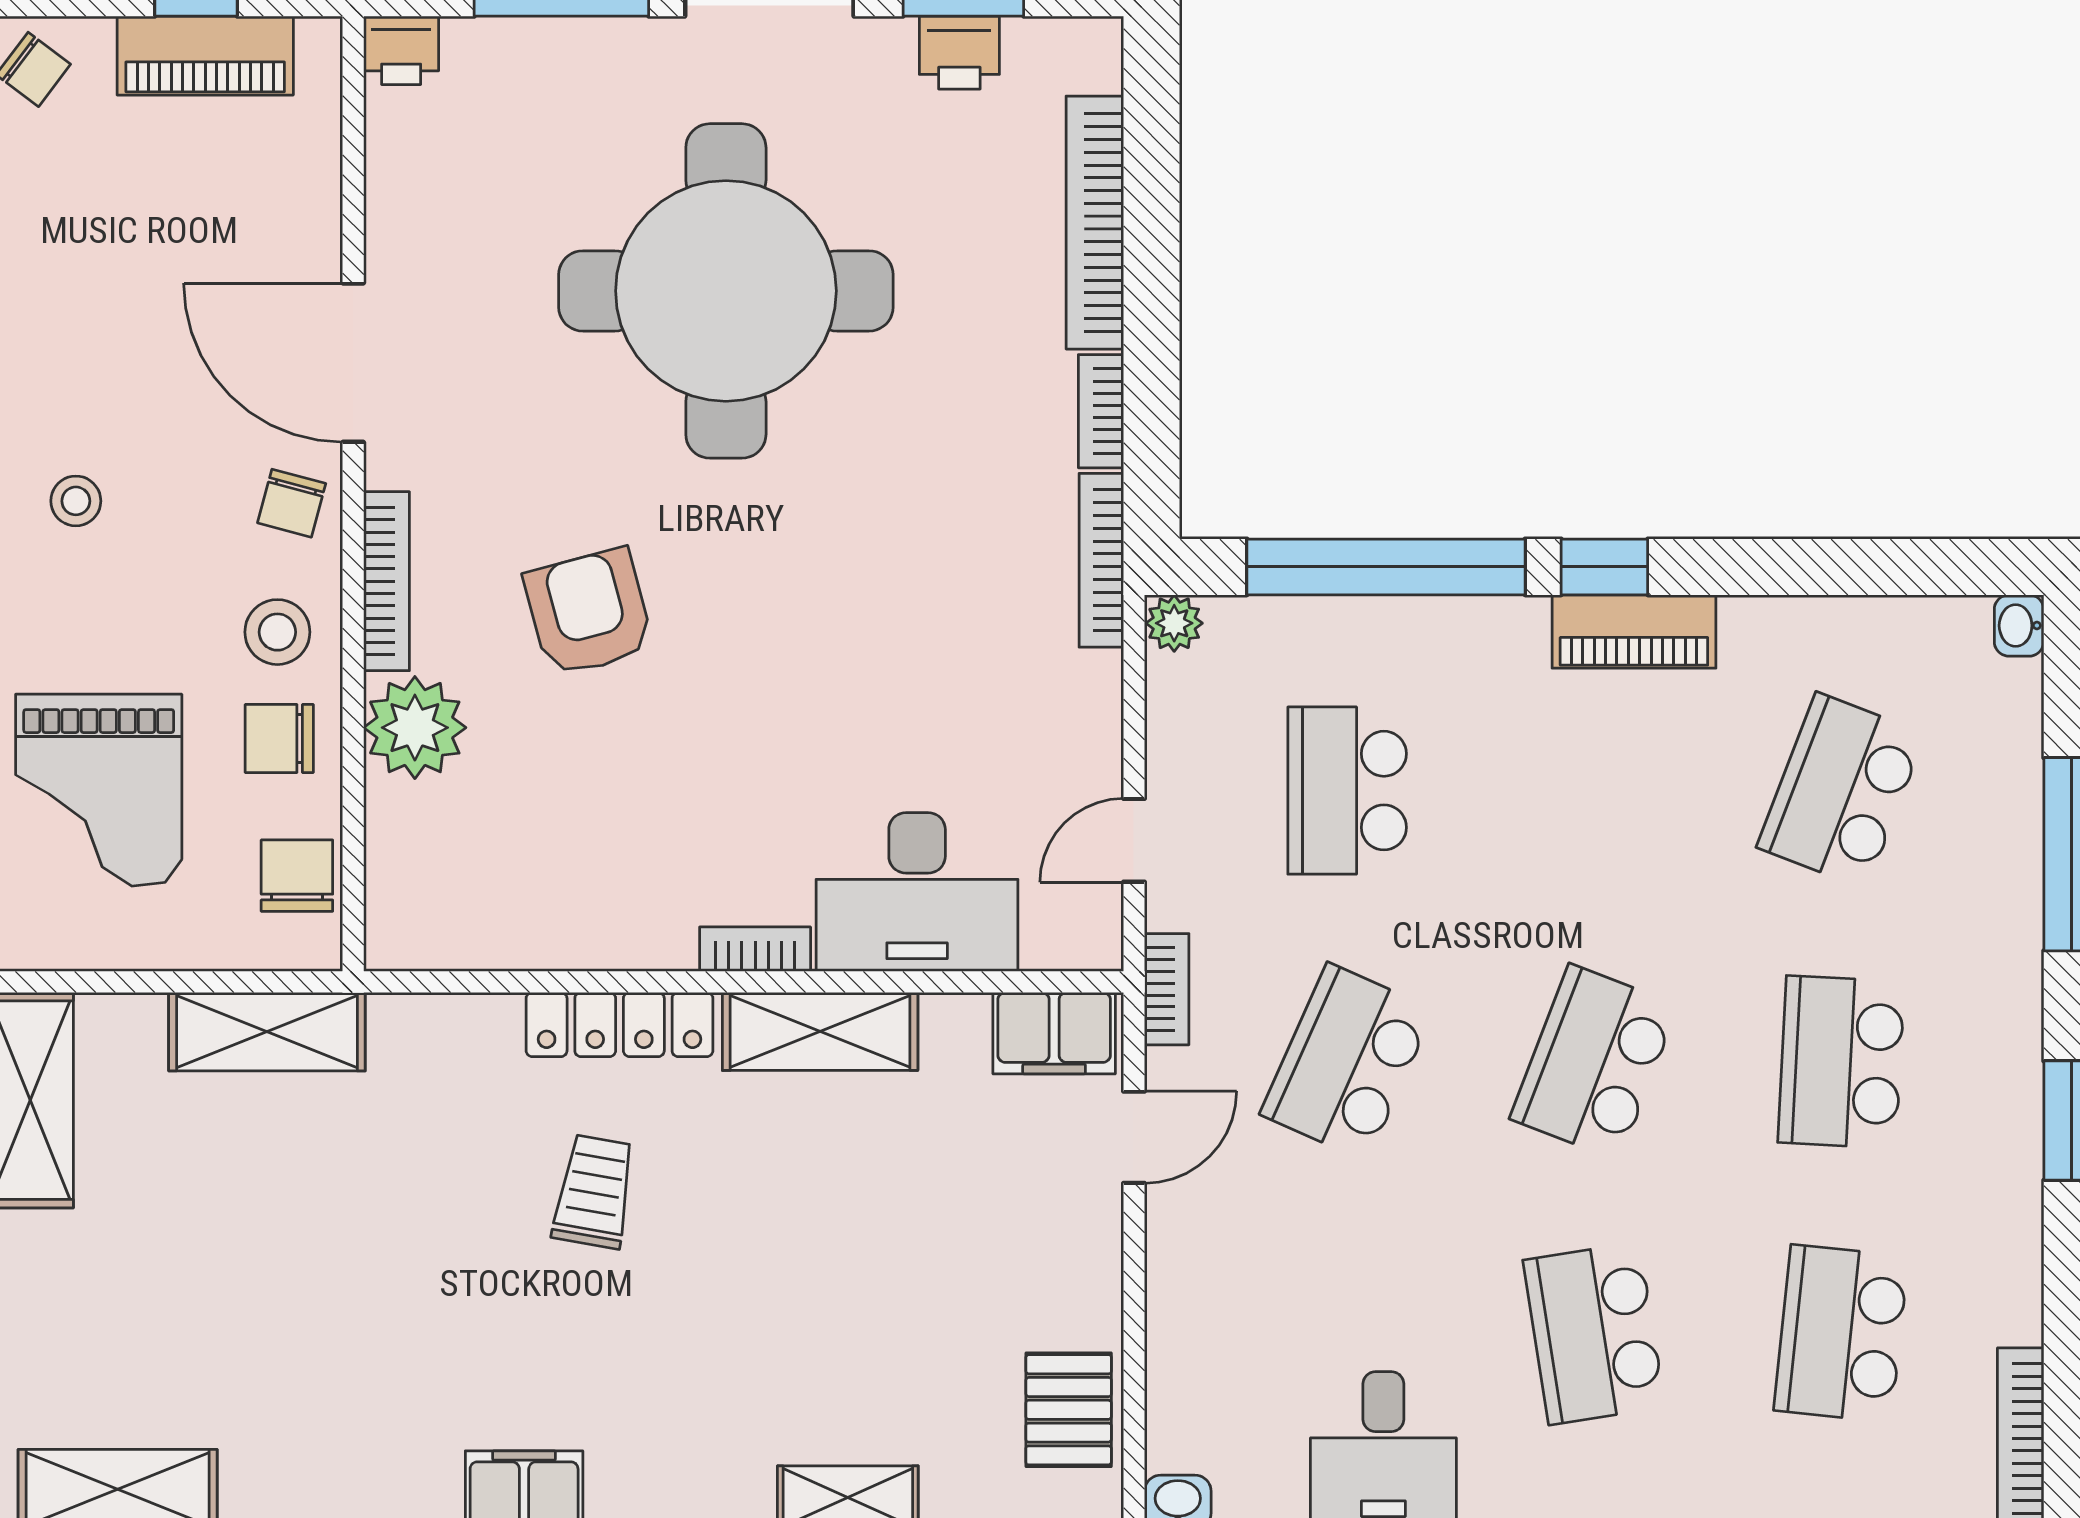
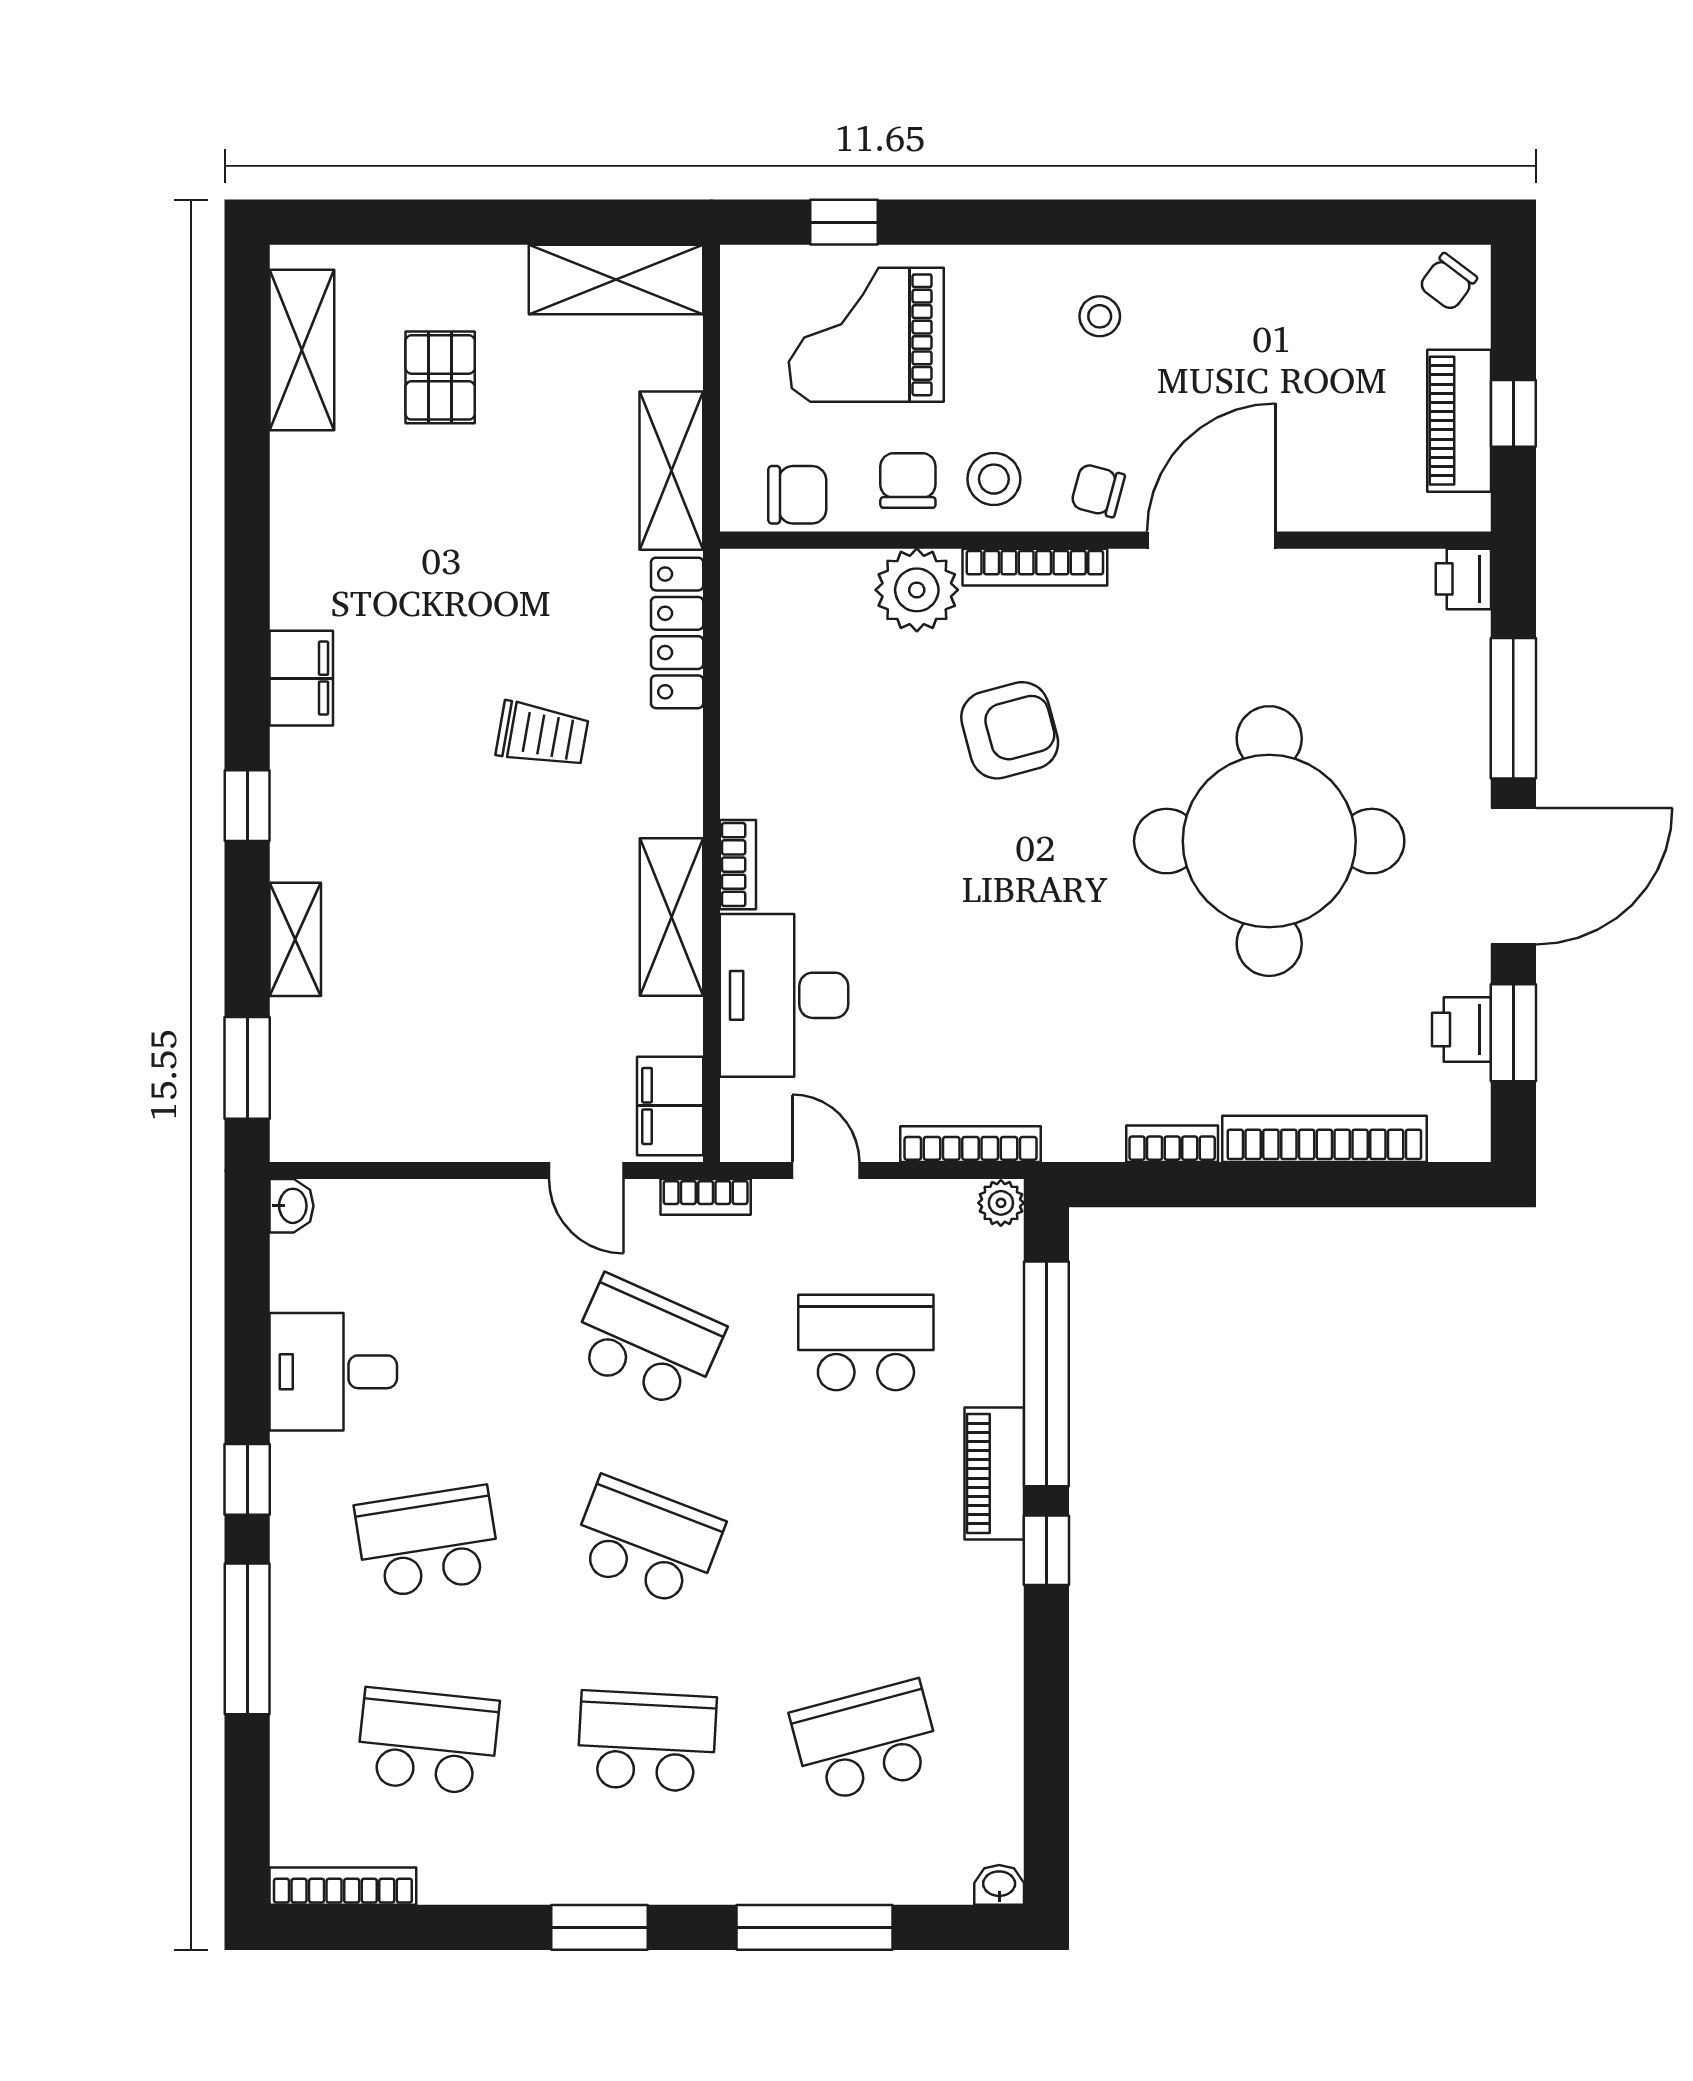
bookcase: (1101, 560) -> (971, 1144), moved
piano: (1634, 632) -> (994, 1473), moved
school desk: (1841, 791) -> (866, 1741), turned -36
locker: (620, 1024) -> (677, 633), moved
pallet: (1069, 1410) -> (440, 377), moved, turned 90

